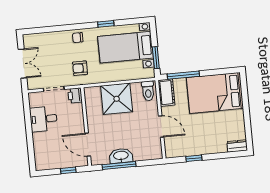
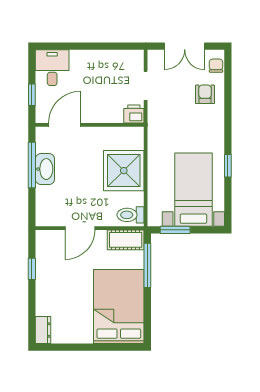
chair: (78, 38) -> (216, 66), moved
armchair: (80, 68) -> (205, 94), moved
desk: (44, 119) -> (52, 68), moved

